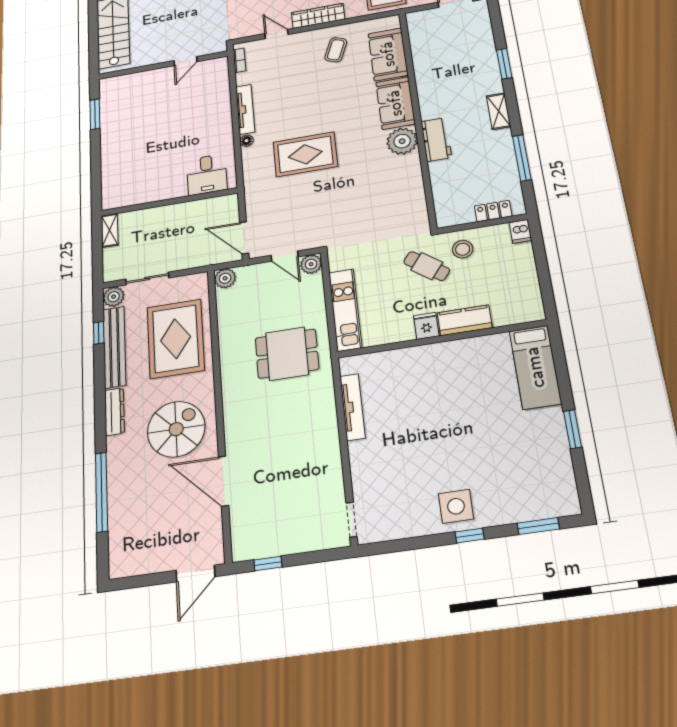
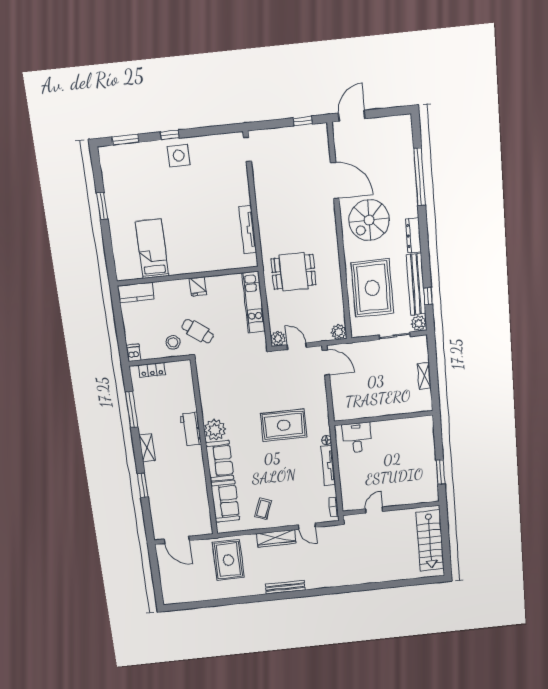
desk: (207, 174) -> (357, 438), moved
wall: (169, 202) -> (383, 418), moved
kitchen counter: (465, 320) -> (136, 293), moved
bed: (535, 367) -> (152, 249), moved

